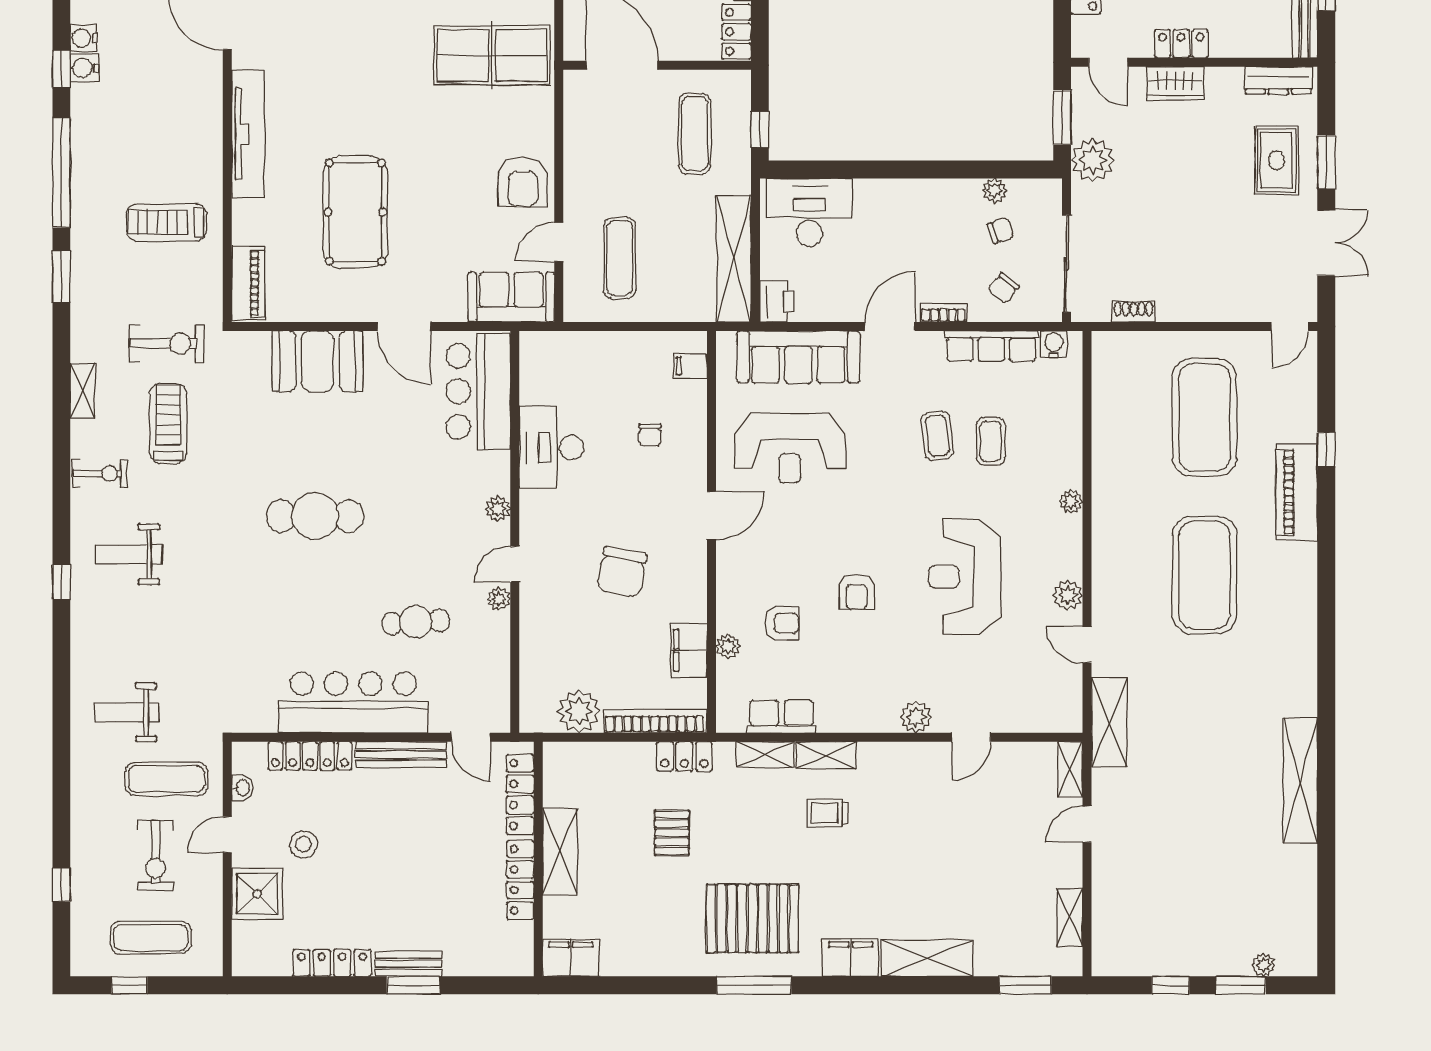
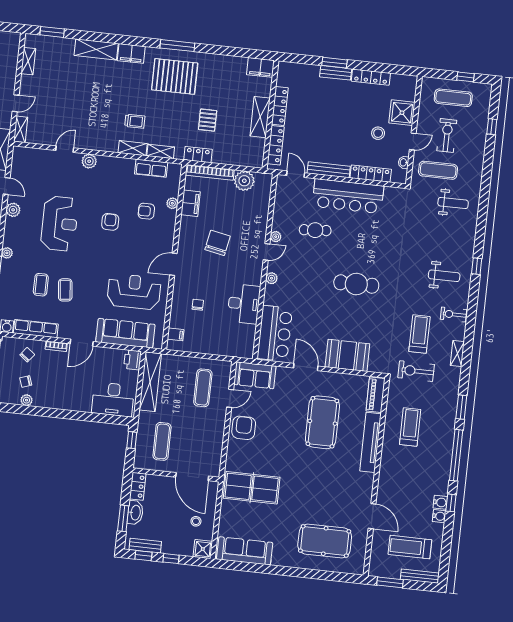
tv unit: (248, 134) -> (370, 442), moved
treadmill: (166, 222) -> (410, 427), turned -90
treadmill: (168, 424) -> (419, 334), turned 180

